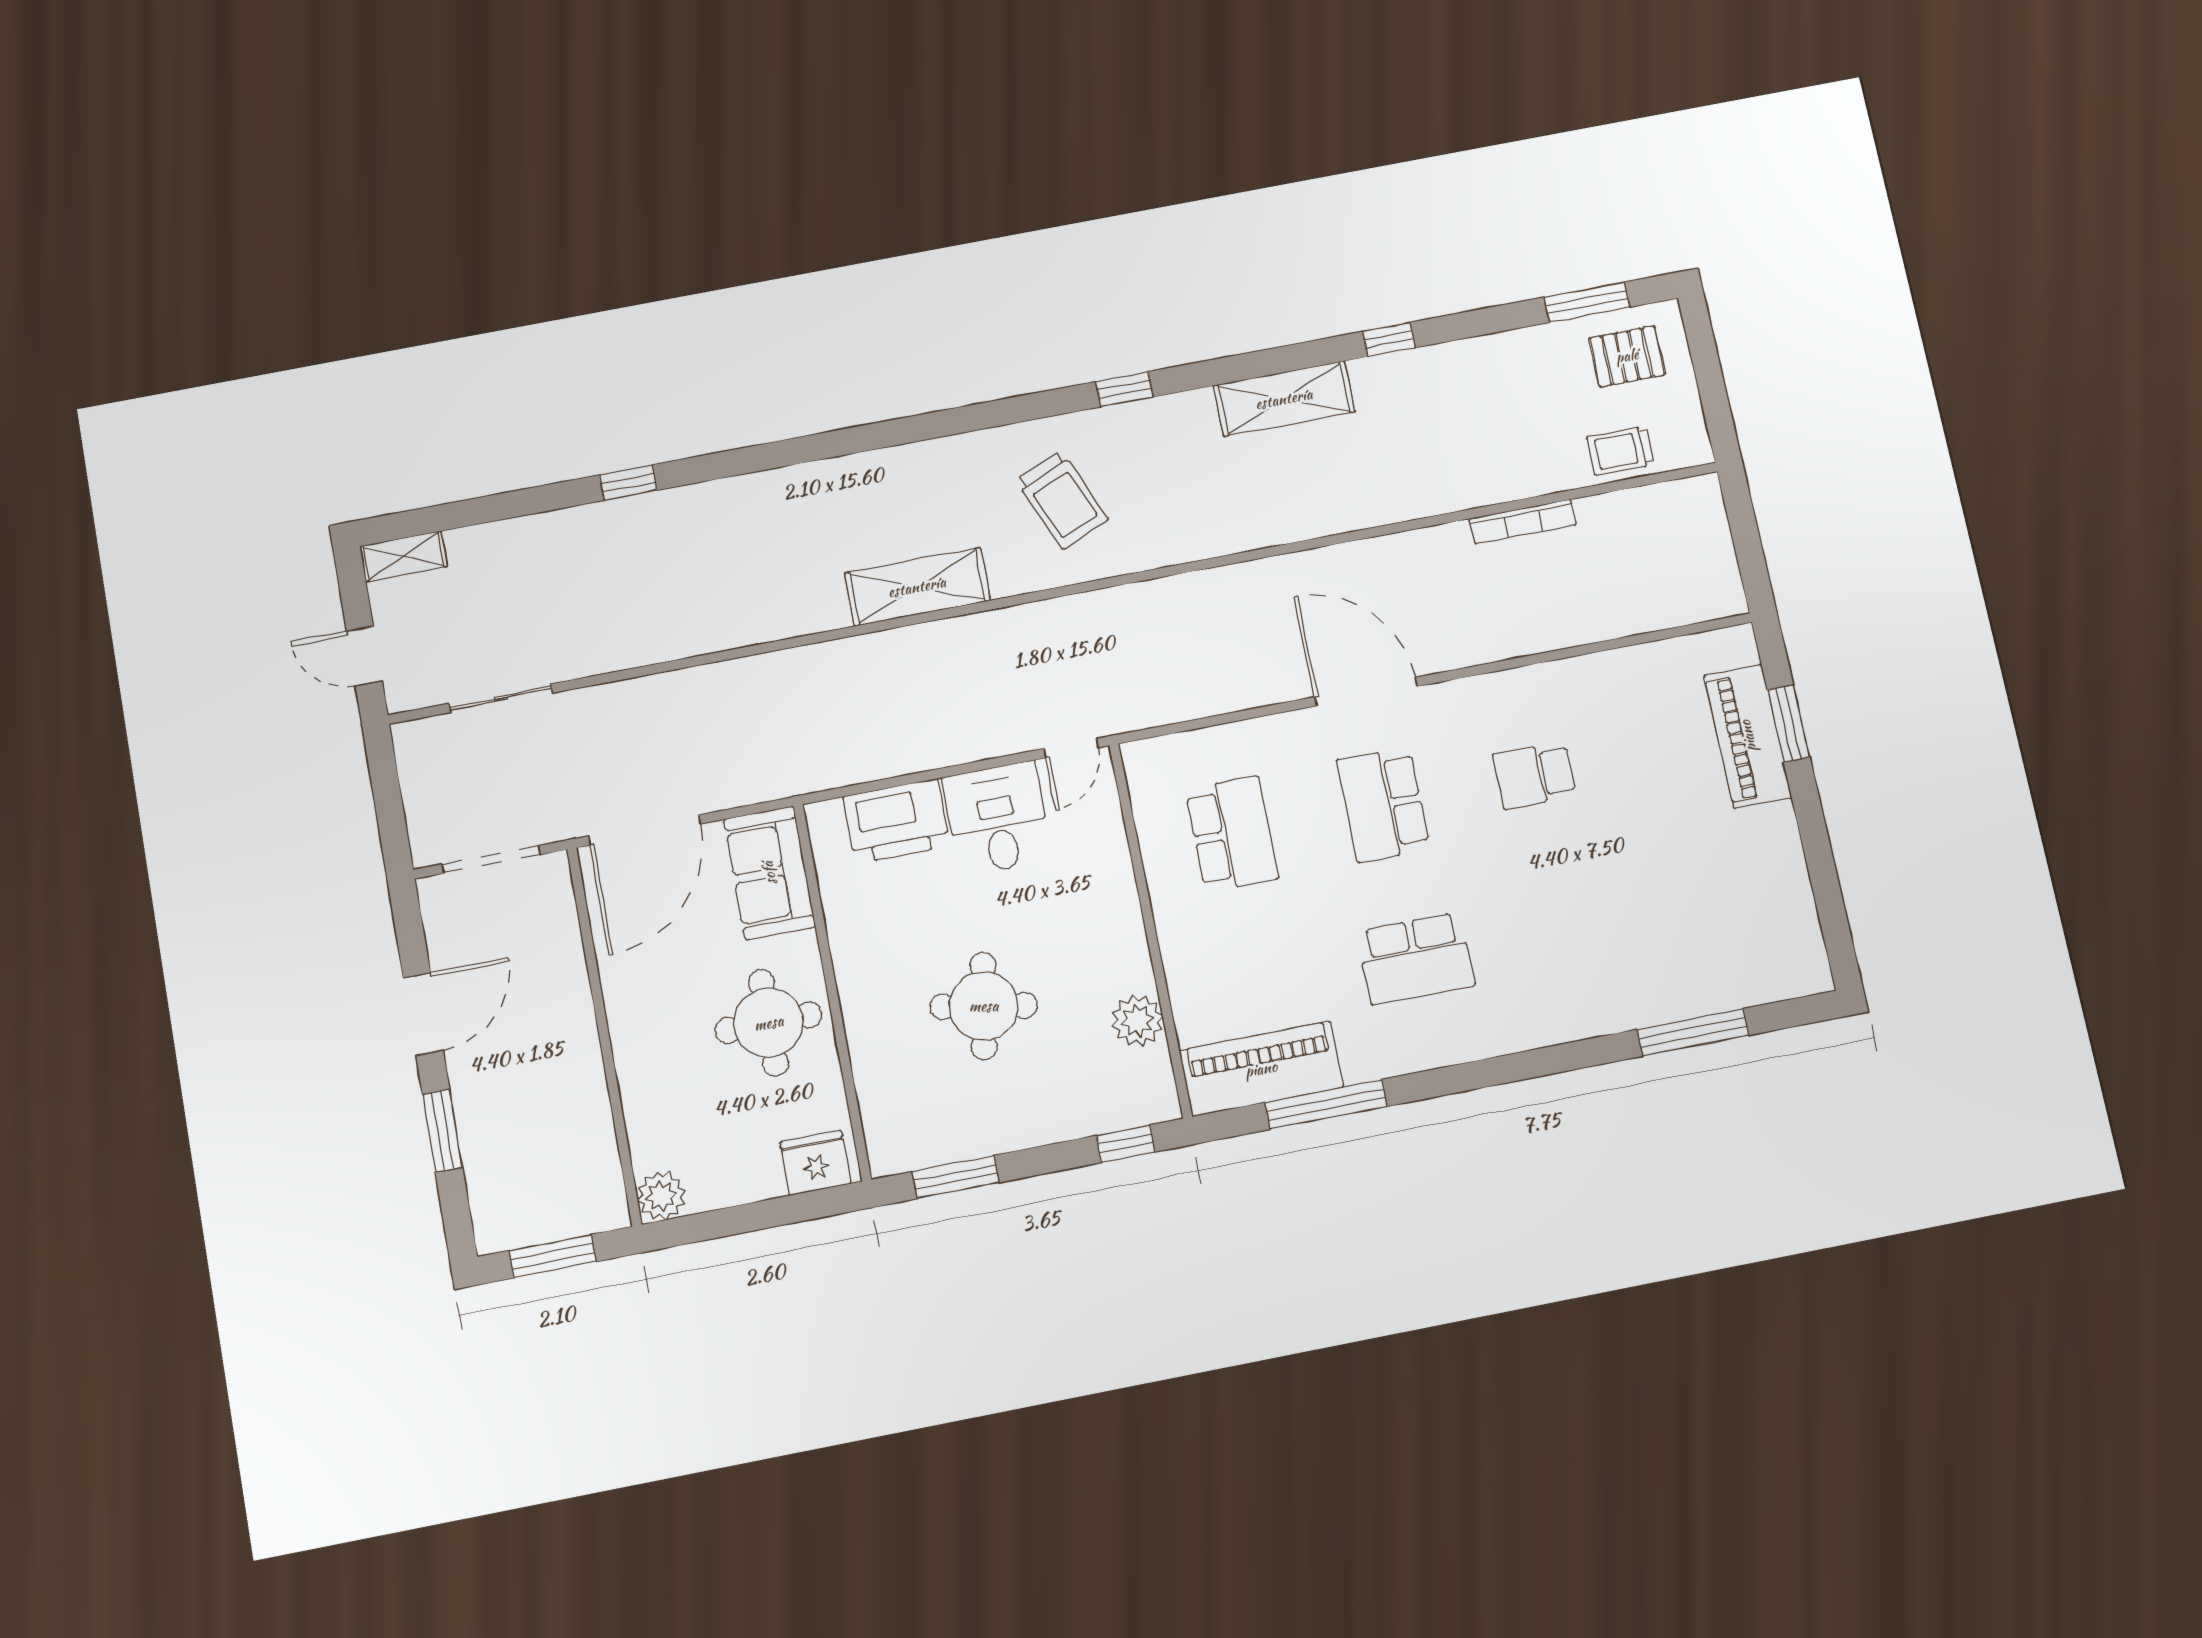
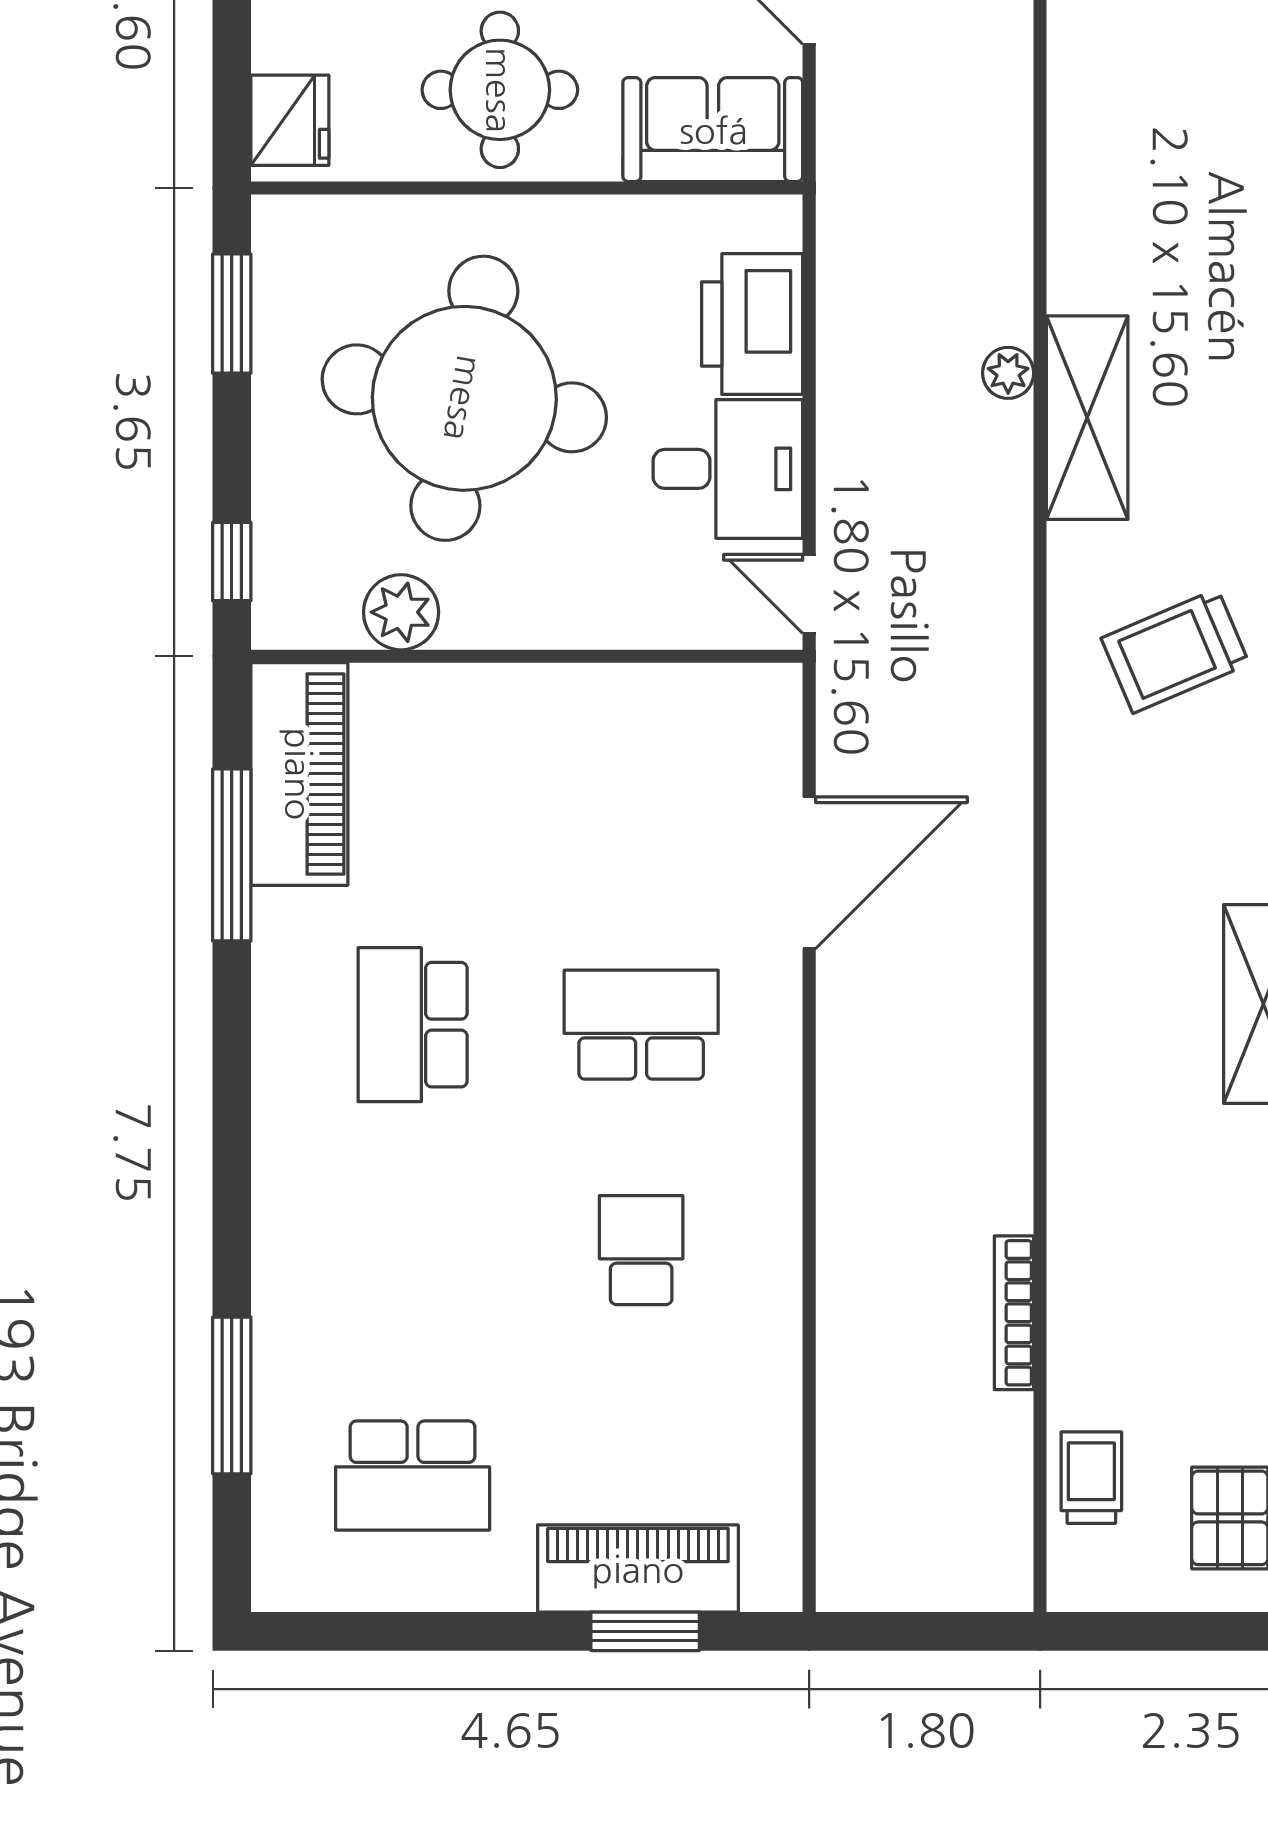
plant: (897, 645) -> (1008, 373), added
door: (1366, 692) -> (809, 873), moved
school desk: (1232, 834) -> (413, 1476), moved
round table: (984, 1006) -> (464, 398), width x1.86, depth x1.86

